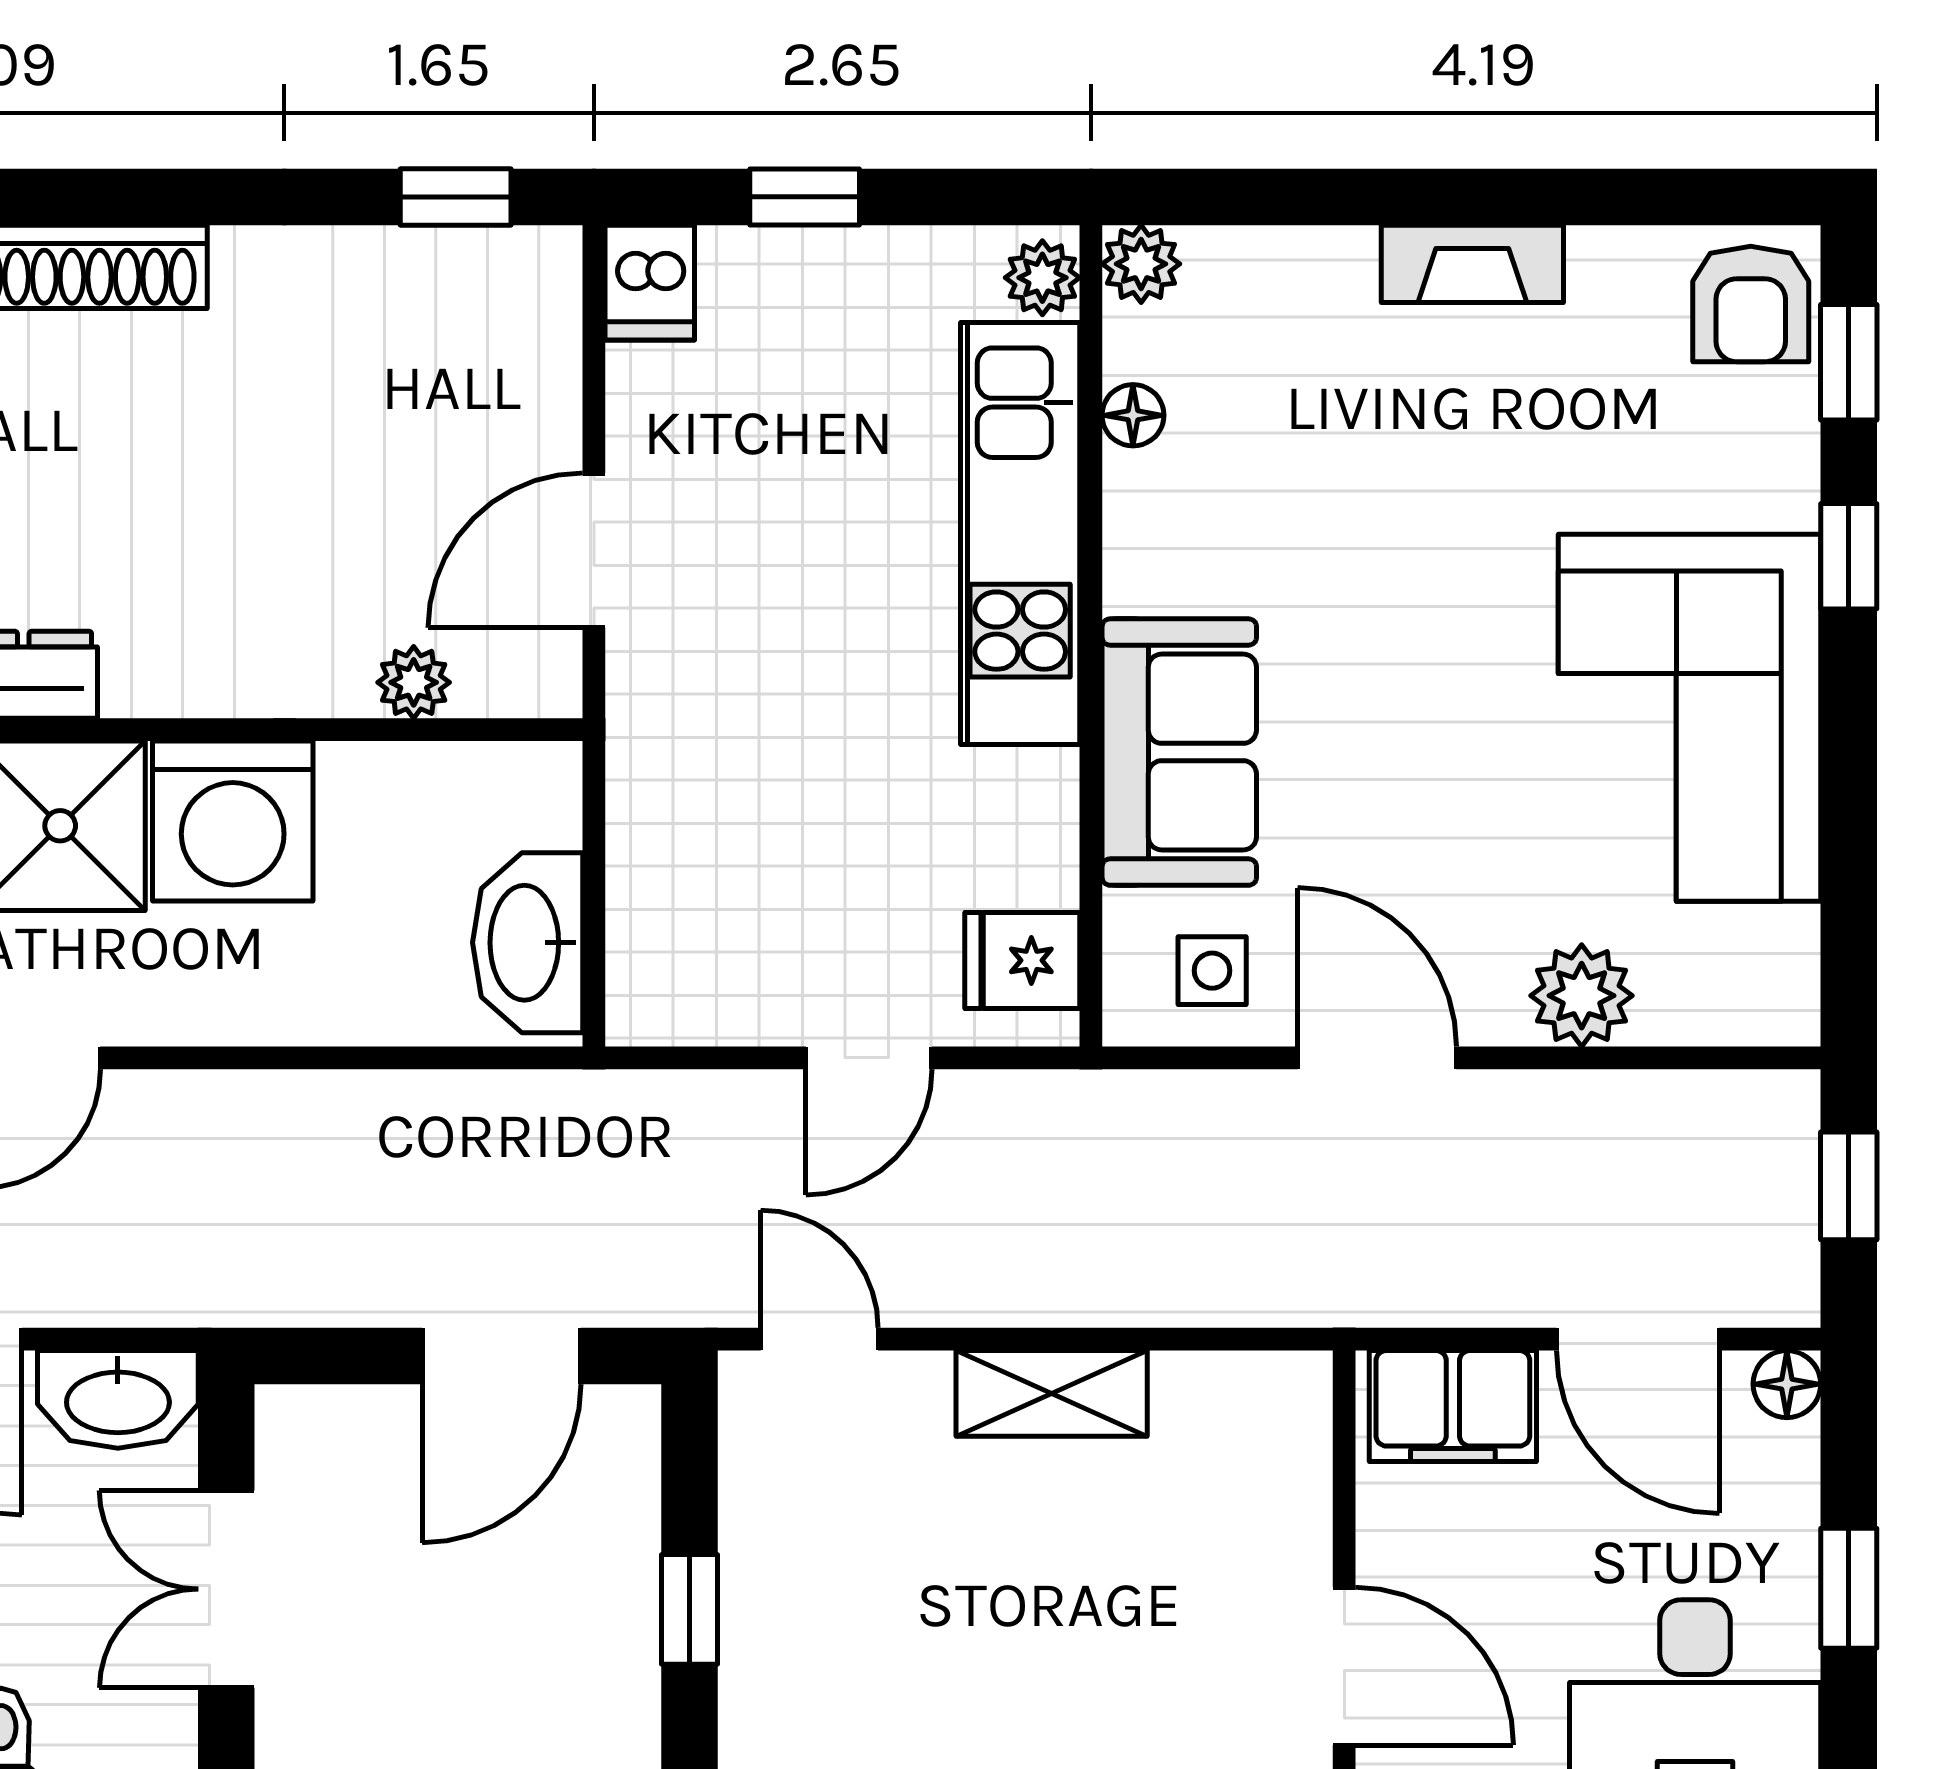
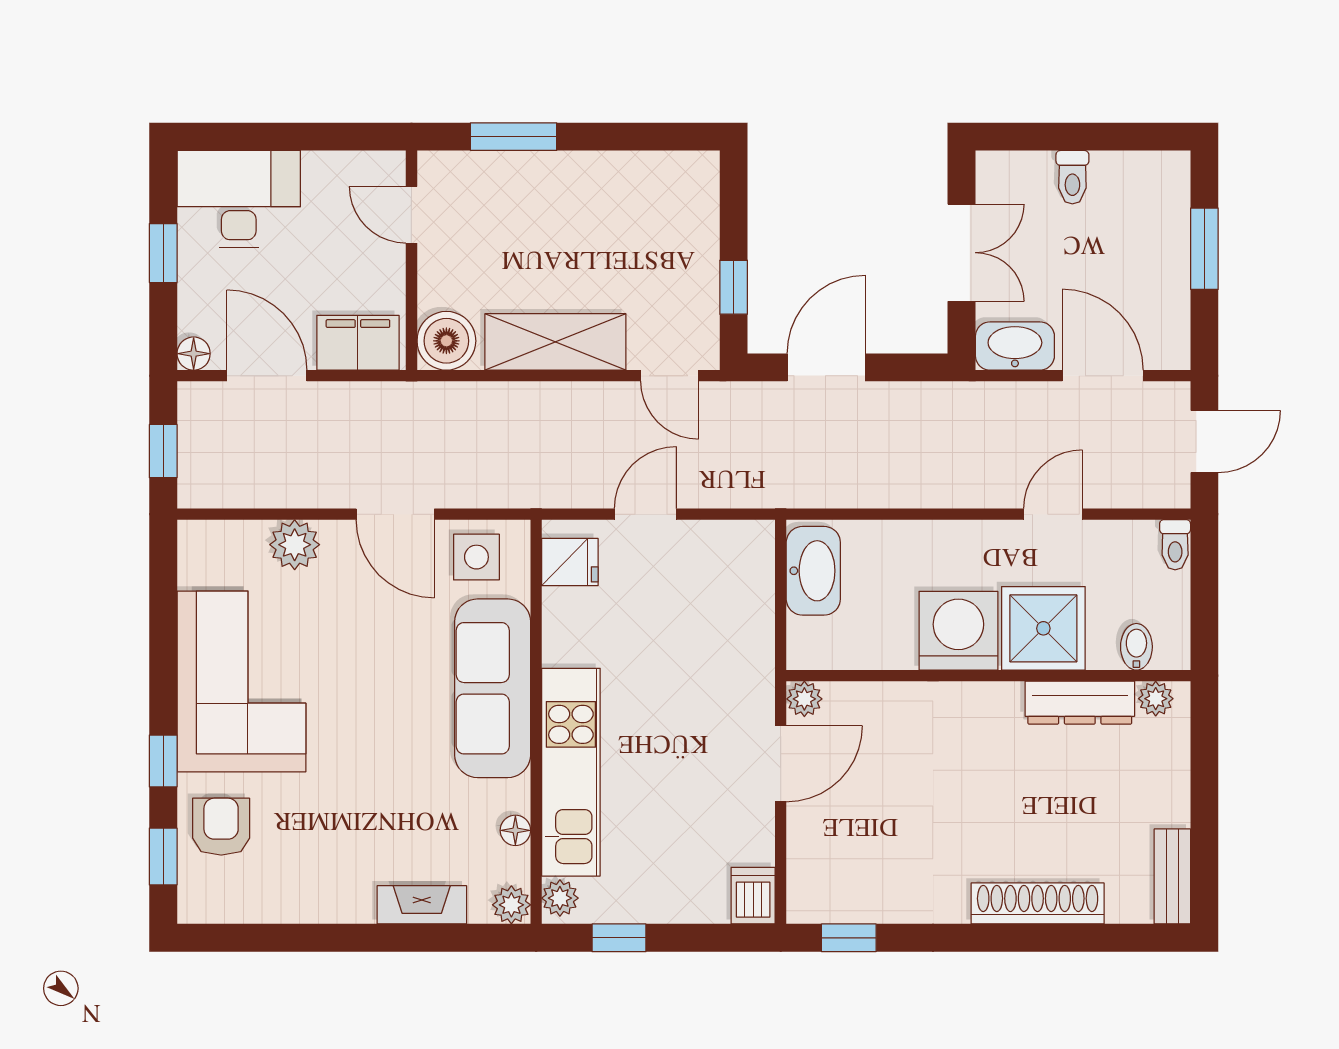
window: (805, 197) -> (619, 938), moved
fireplace: (1472, 264) -> (422, 905), moved
armchair: (1751, 304) -> (221, 827), moved
plant: (414, 682) -> (804, 699), moved
sofa: (1179, 752) -> (493, 688), width x1.36
side table: (1212, 971) -> (476, 557), width x1.37, depth x1.37
shelving: (1052, 1393) -> (555, 342), width x1.50, depth x1.33
boiler: (1273, 1410) -> (446, 341), added
window: (690, 1609) -> (734, 287), moved
door: (1344, 1666) -> (411, 215), width x0.73

